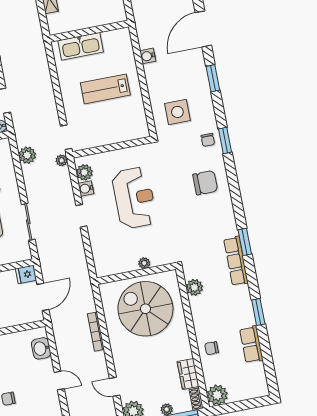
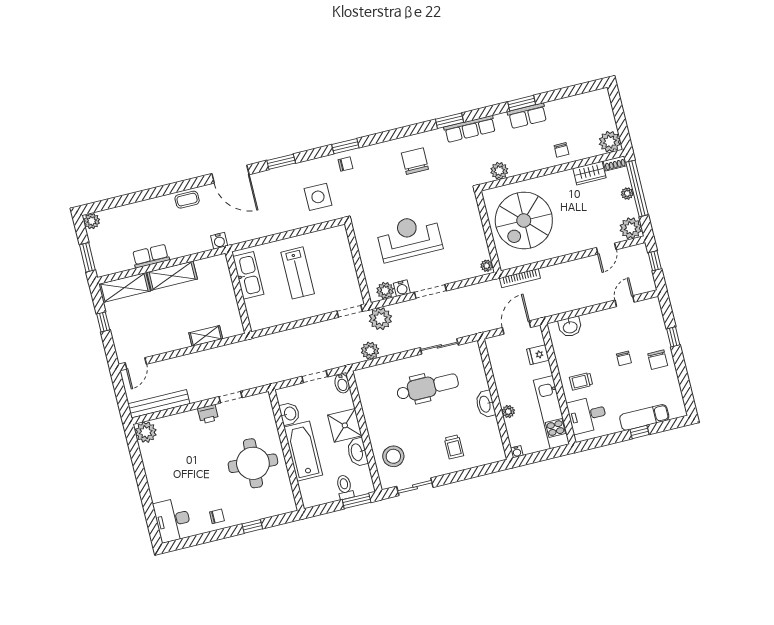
kitchen sink: (81, 46) -> (248, 275), moved
water cooler: (148, 56) -> (219, 241), moved
plant: (62, 160) -> (380, 319), width x1.88, depth x1.88
chair: (205, 183) -> (415, 161), moved
doorway: (81, 216) -> (430, 292), width x1.38
plant: (144, 263) -> (487, 266), moved
fridge: (26, 274) -> (538, 355), moved, turned 90
door: (43, 297) -> (517, 327), hinge flipped
bookcase: (96, 332) -> (520, 278), moved
row of seats: (251, 344) -> (527, 116), moved
door: (59, 381) -> (625, 301), moved

